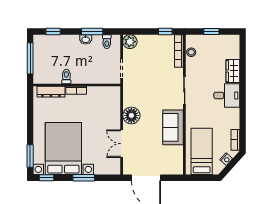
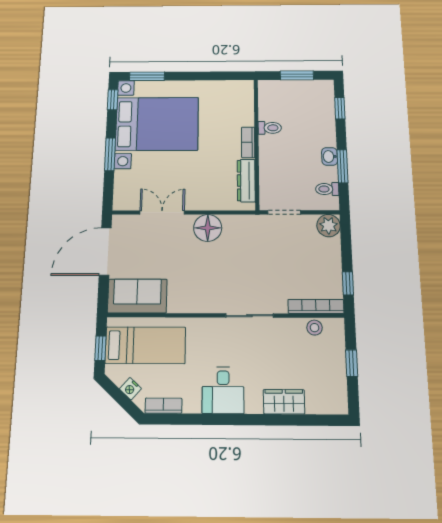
window: (30, 58) -> (297, 75), width x0.69
dresser: (51, 92) -> (246, 180), moved
desk: (227, 95) -> (223, 390), moved
sofa: (173, 127) -> (137, 296), moved
window: (204, 178) -> (100, 348), added

